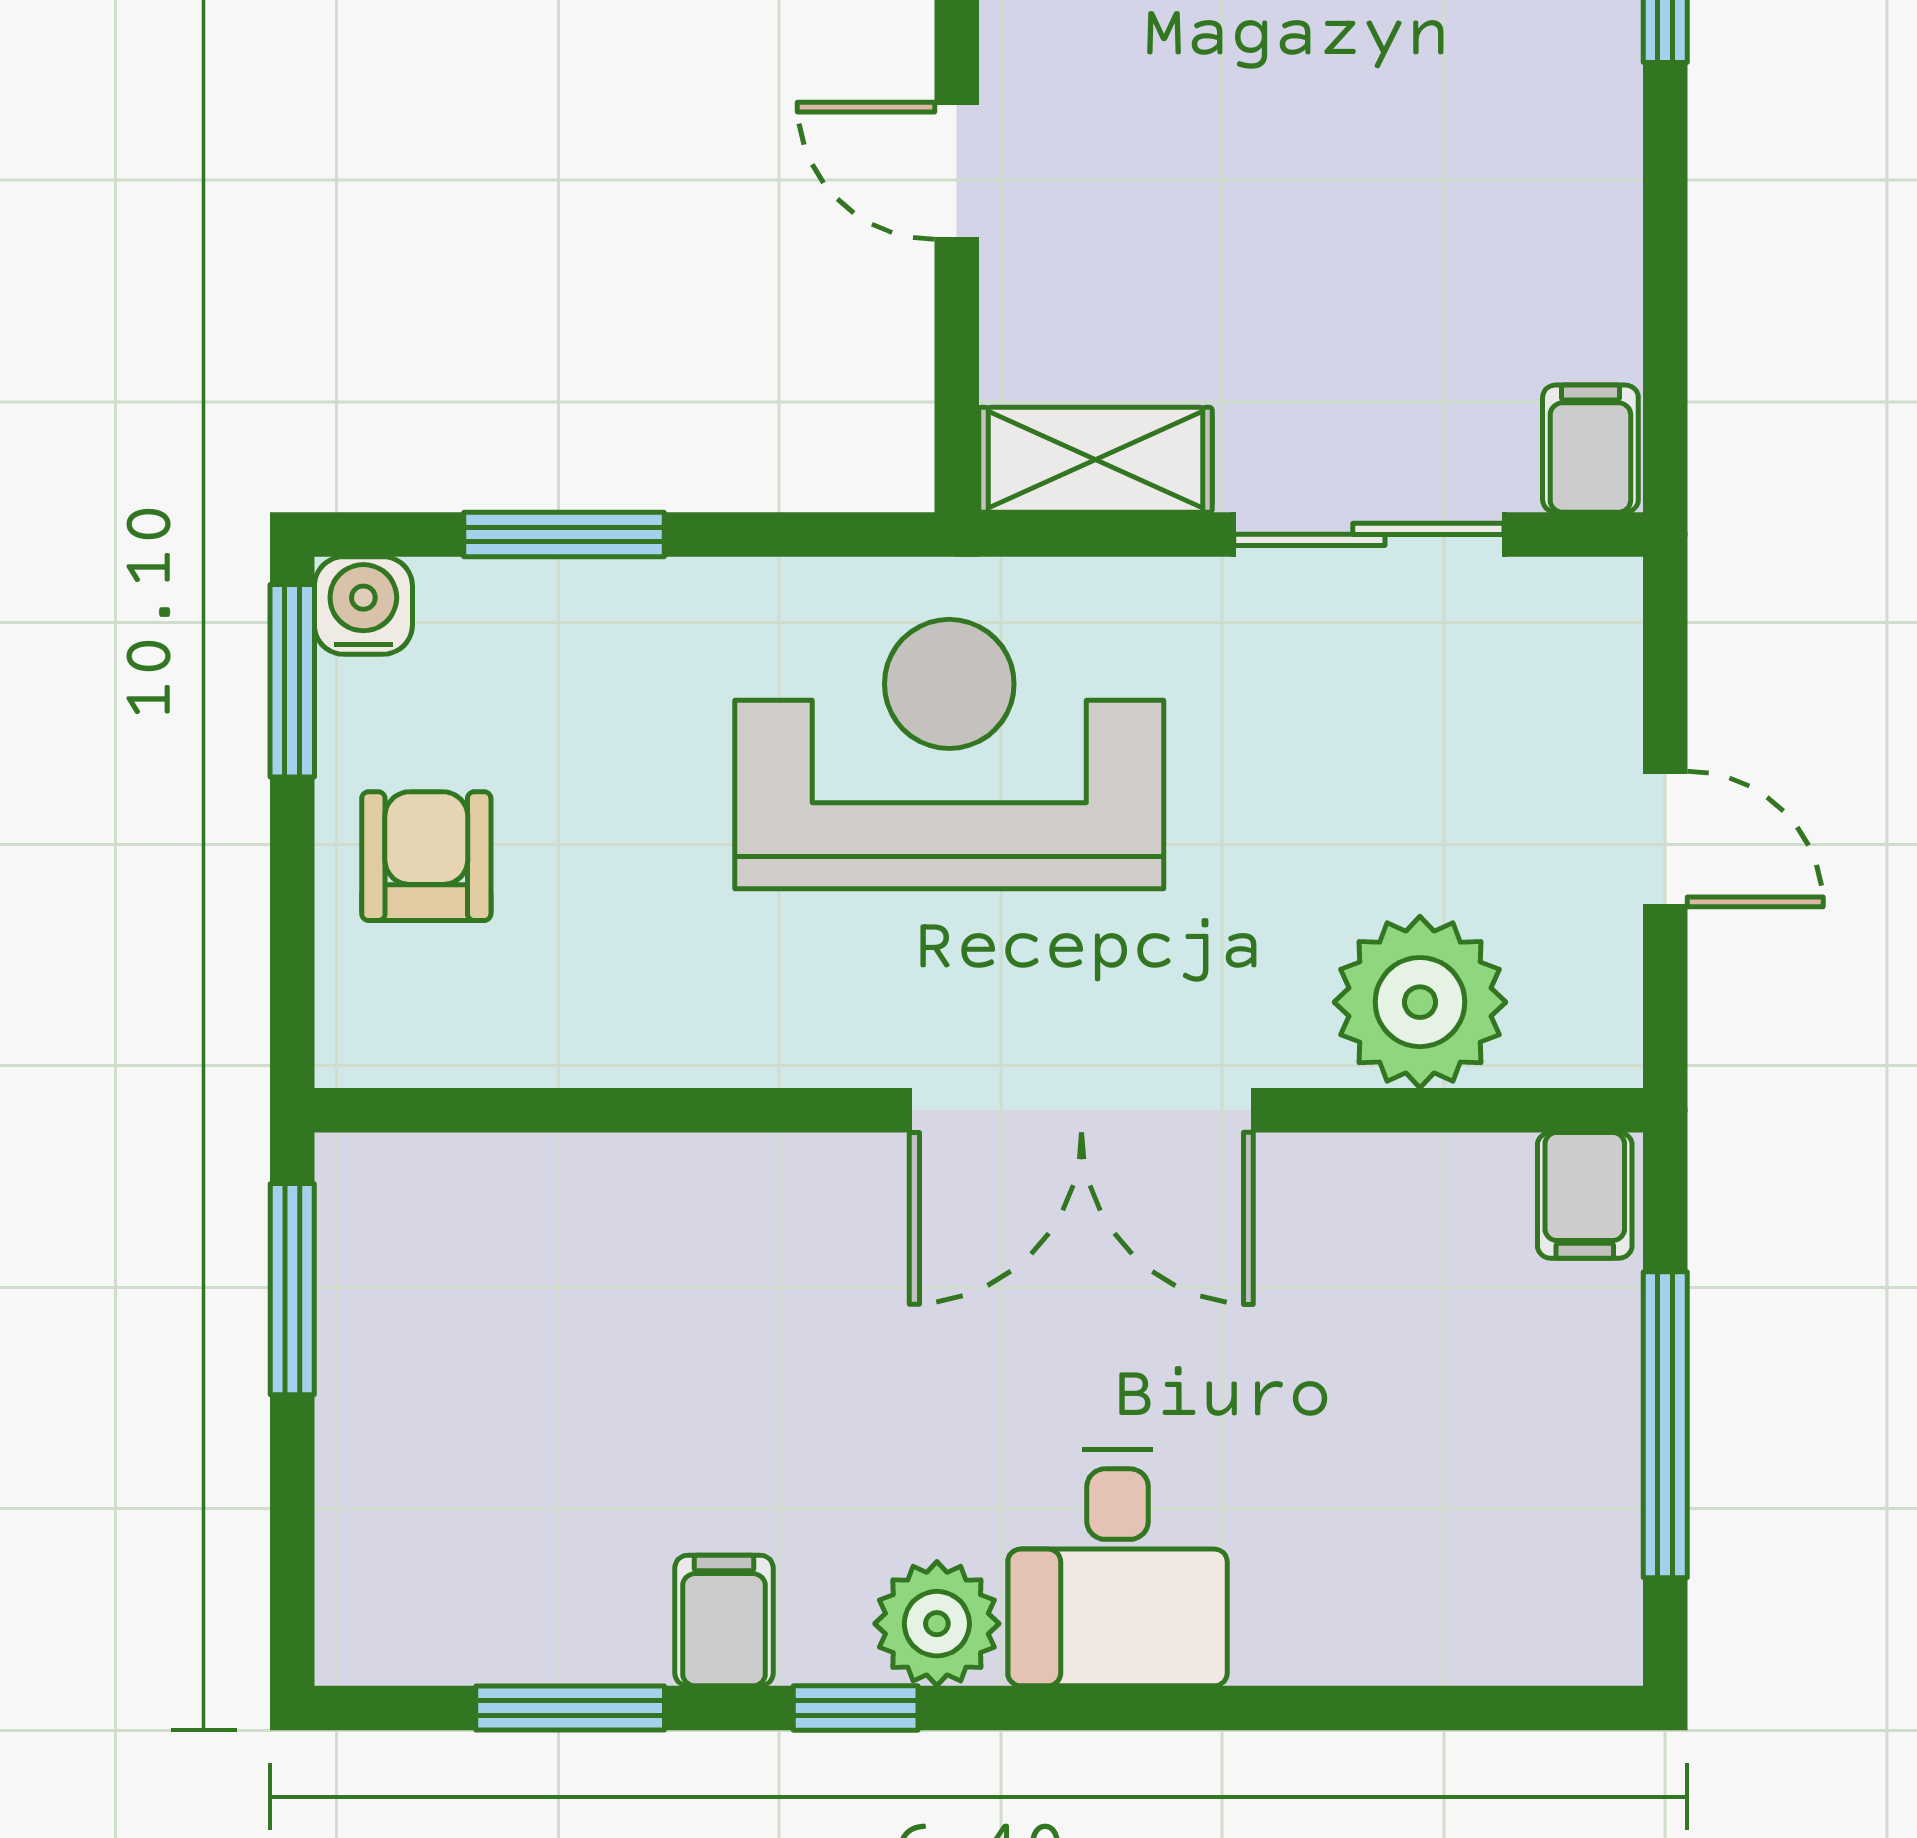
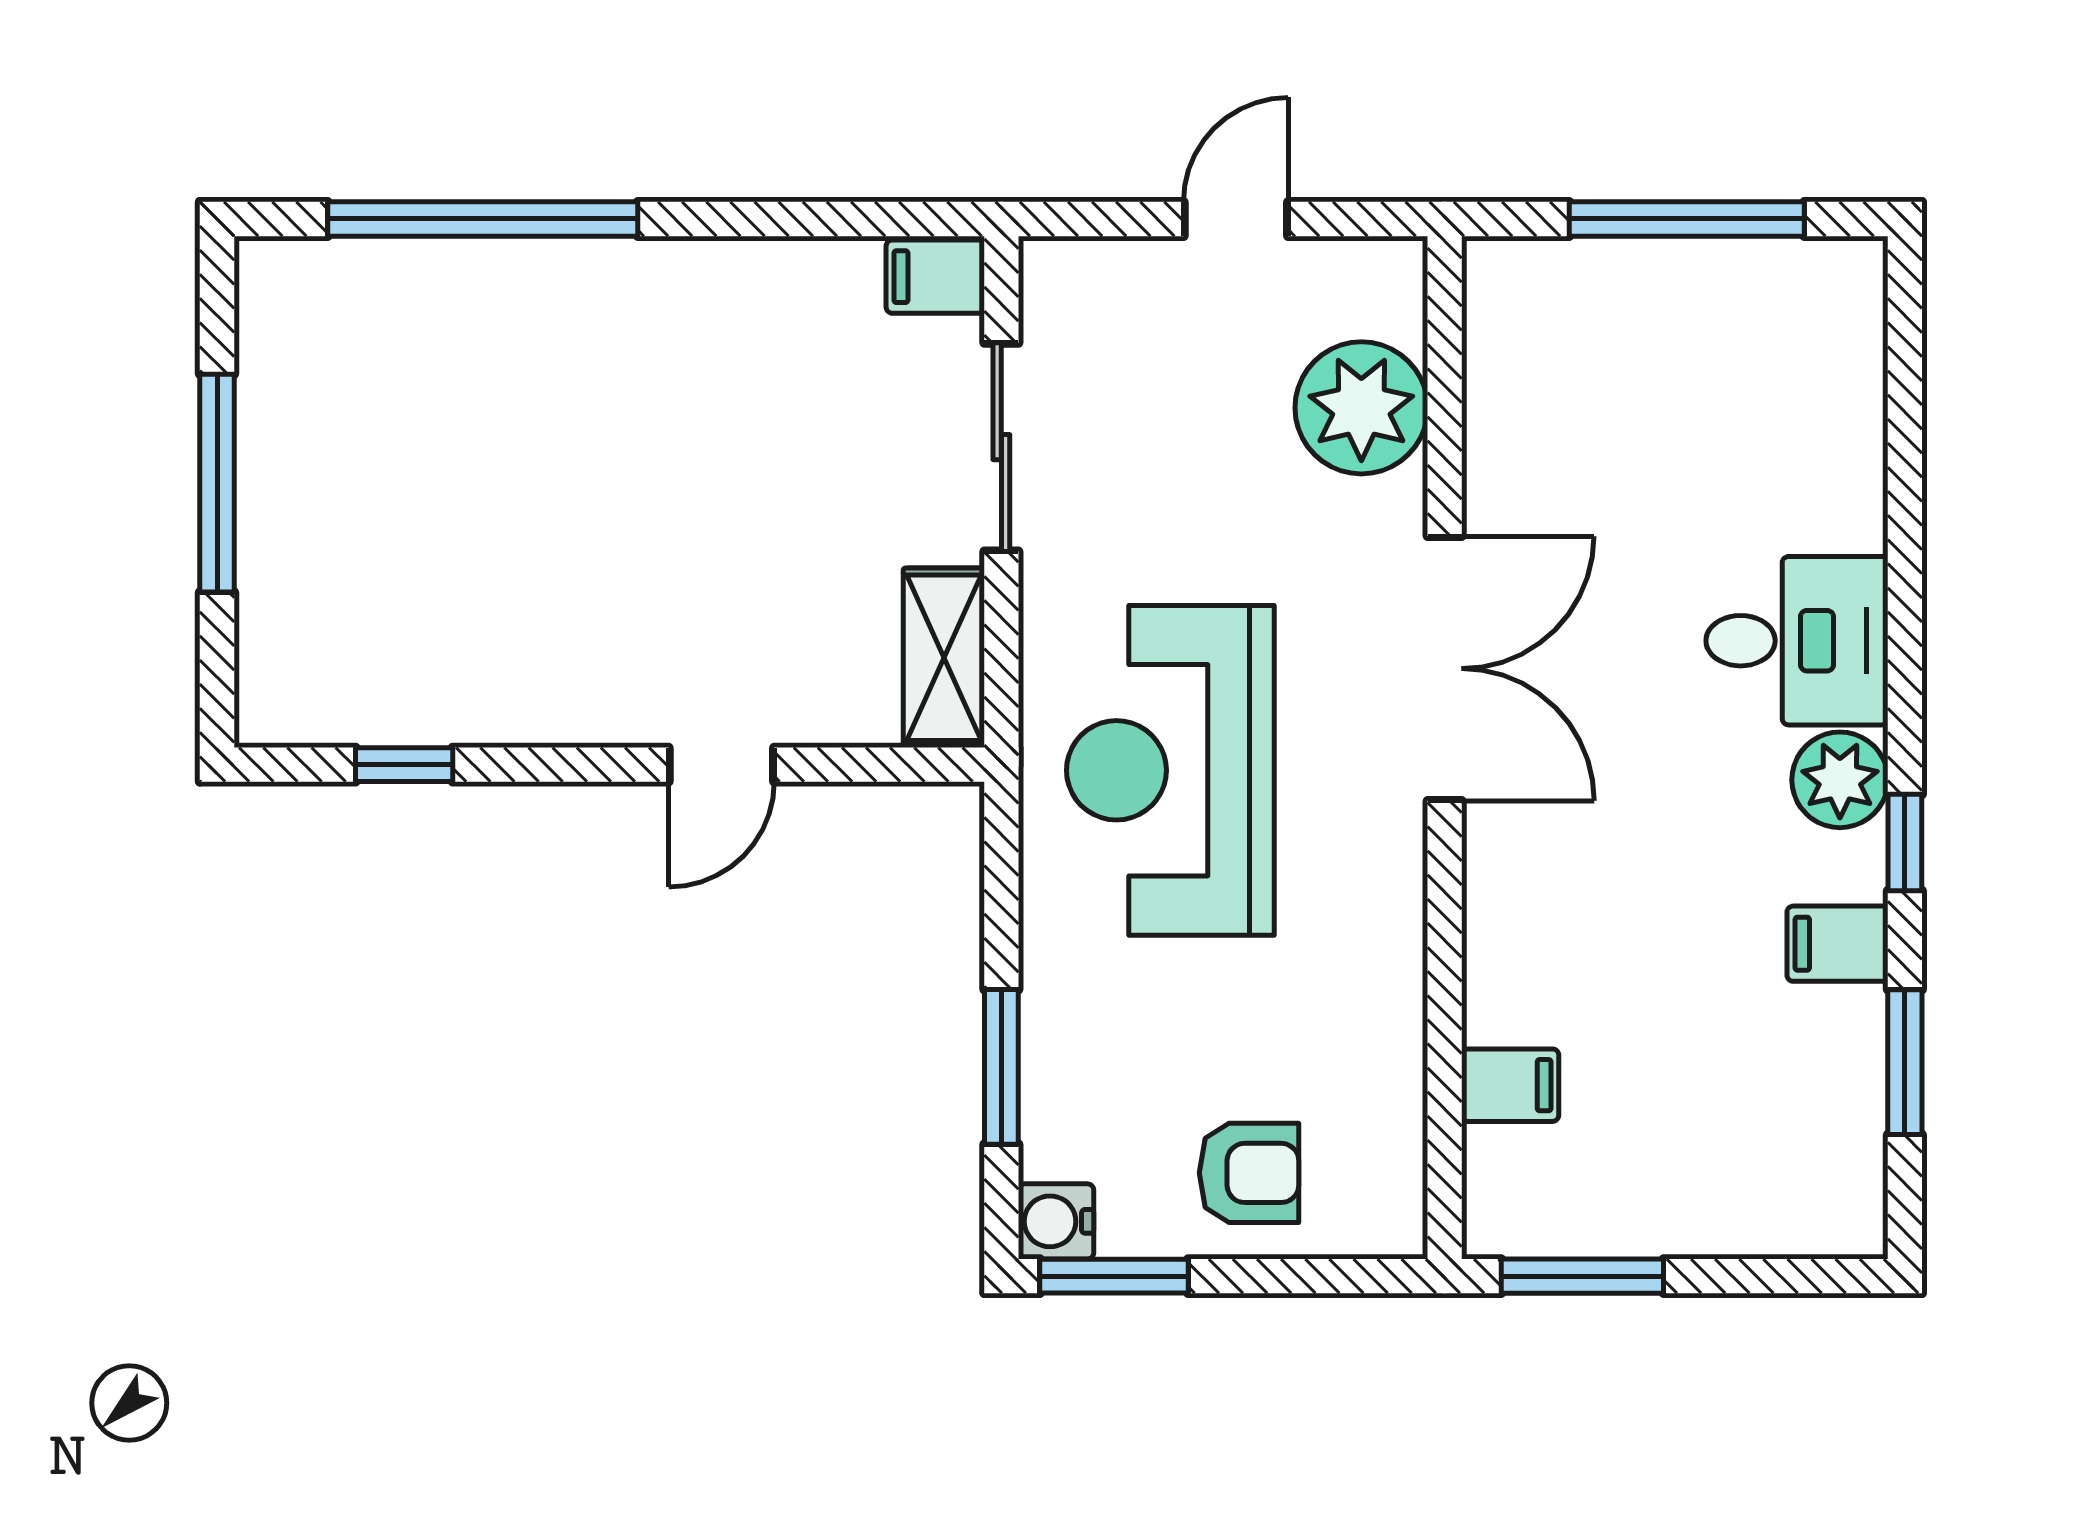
armchair: (426, 856) -> (1249, 1173), turned 180
filing cabinet: (1585, 1195) -> (1510, 1085), moved

